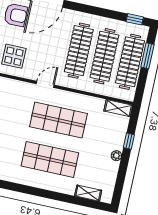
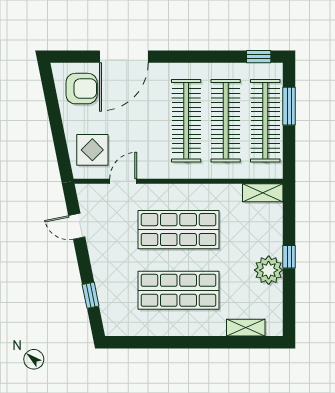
door: (45, 84) -> (123, 181), moved
window: (129, 141) -> (289, 257), moved
plant: (116, 156) -> (269, 270), width x1.87, depth x1.87

